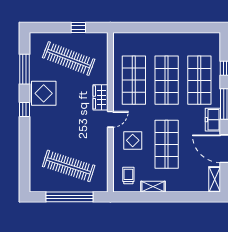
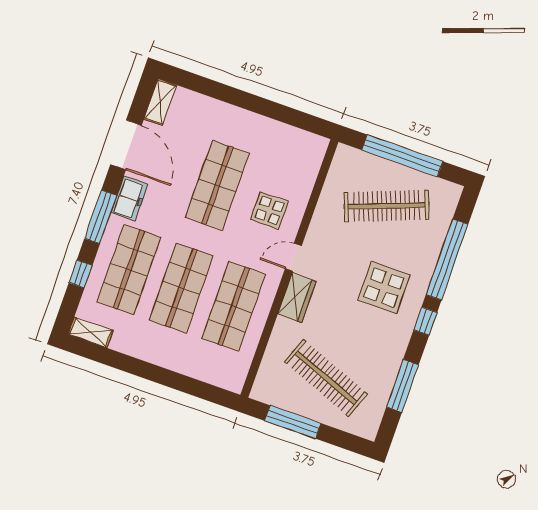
window: (78, 28) -> (293, 422), width x2.17
display table: (44, 93) -> (384, 287), moved
window: (24, 148) -> (447, 260), added
clothes rail: (69, 166) -> (387, 206), turned -39
trolley: (128, 176) -> (296, 157), removed
shelving: (153, 187) -> (91, 332), moved

